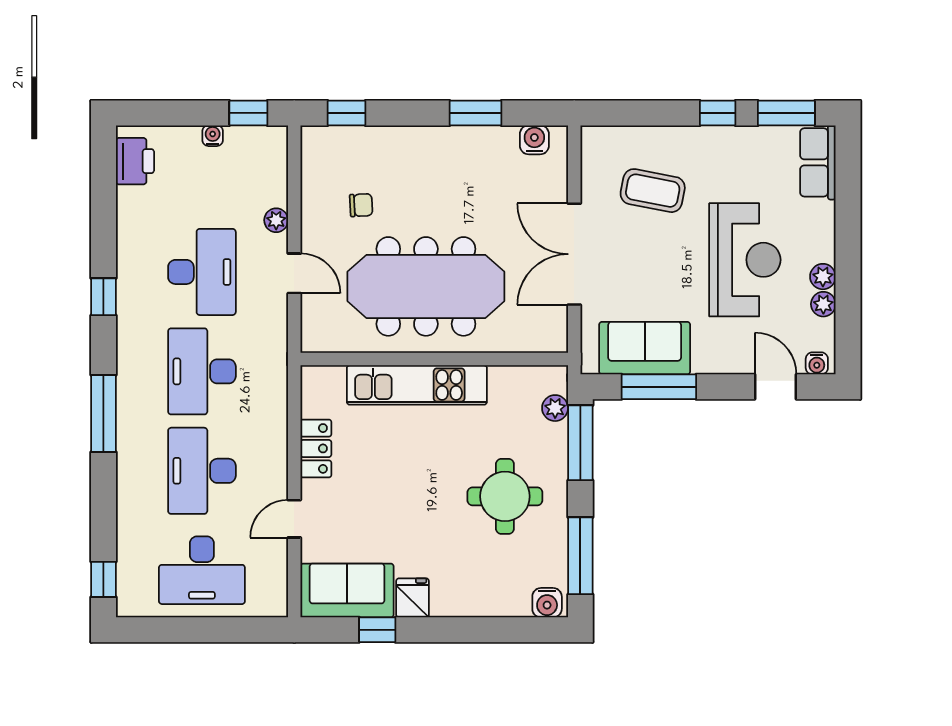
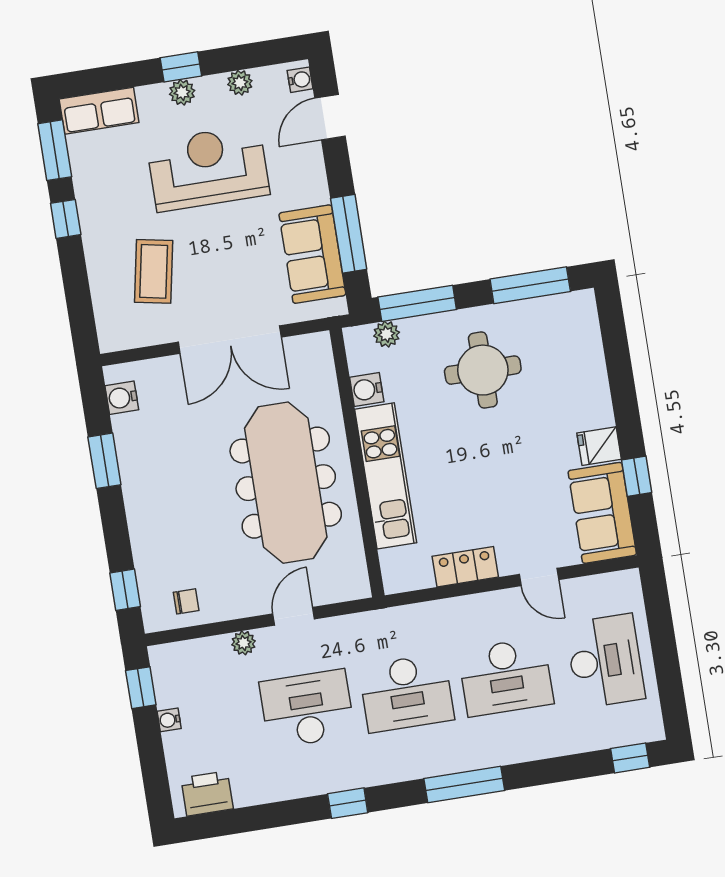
chair: (361, 205) -> (186, 601), moved, turned 93
window: (848, 249) -> (181, 67), added
plant: (823, 277) -> (182, 92), moved
water cooler: (547, 603) -> (367, 389), moved, turned 180

